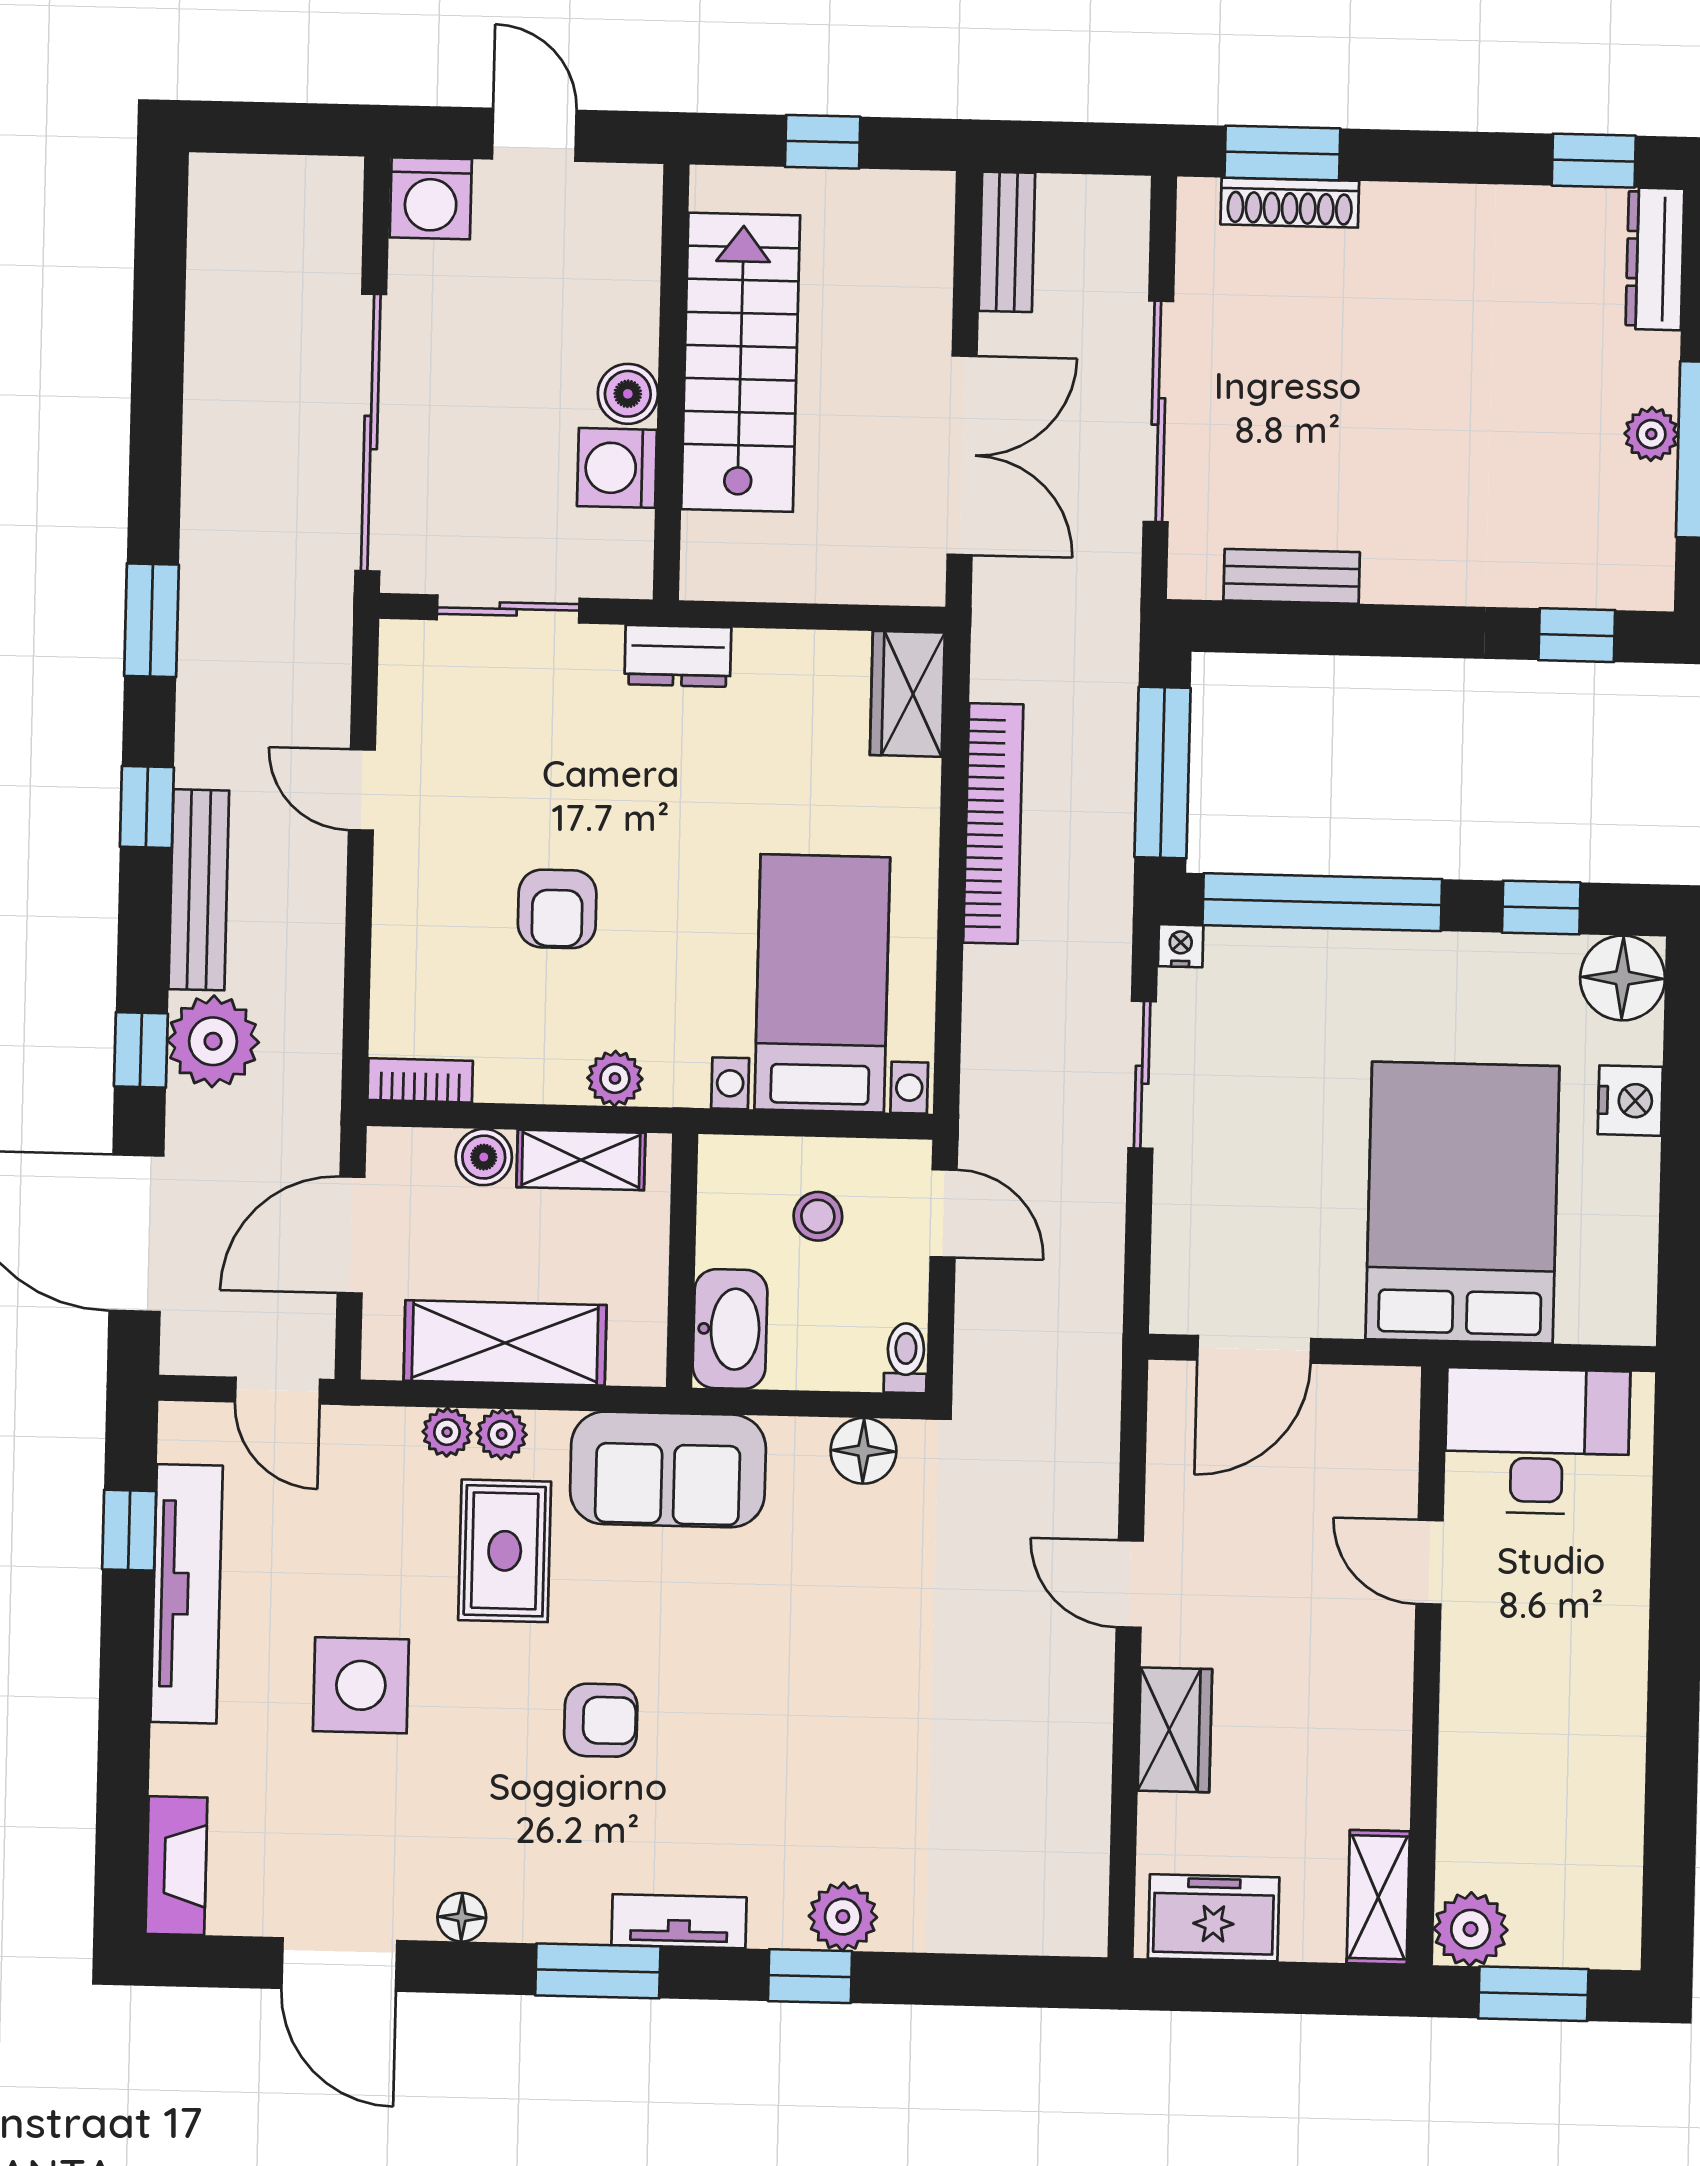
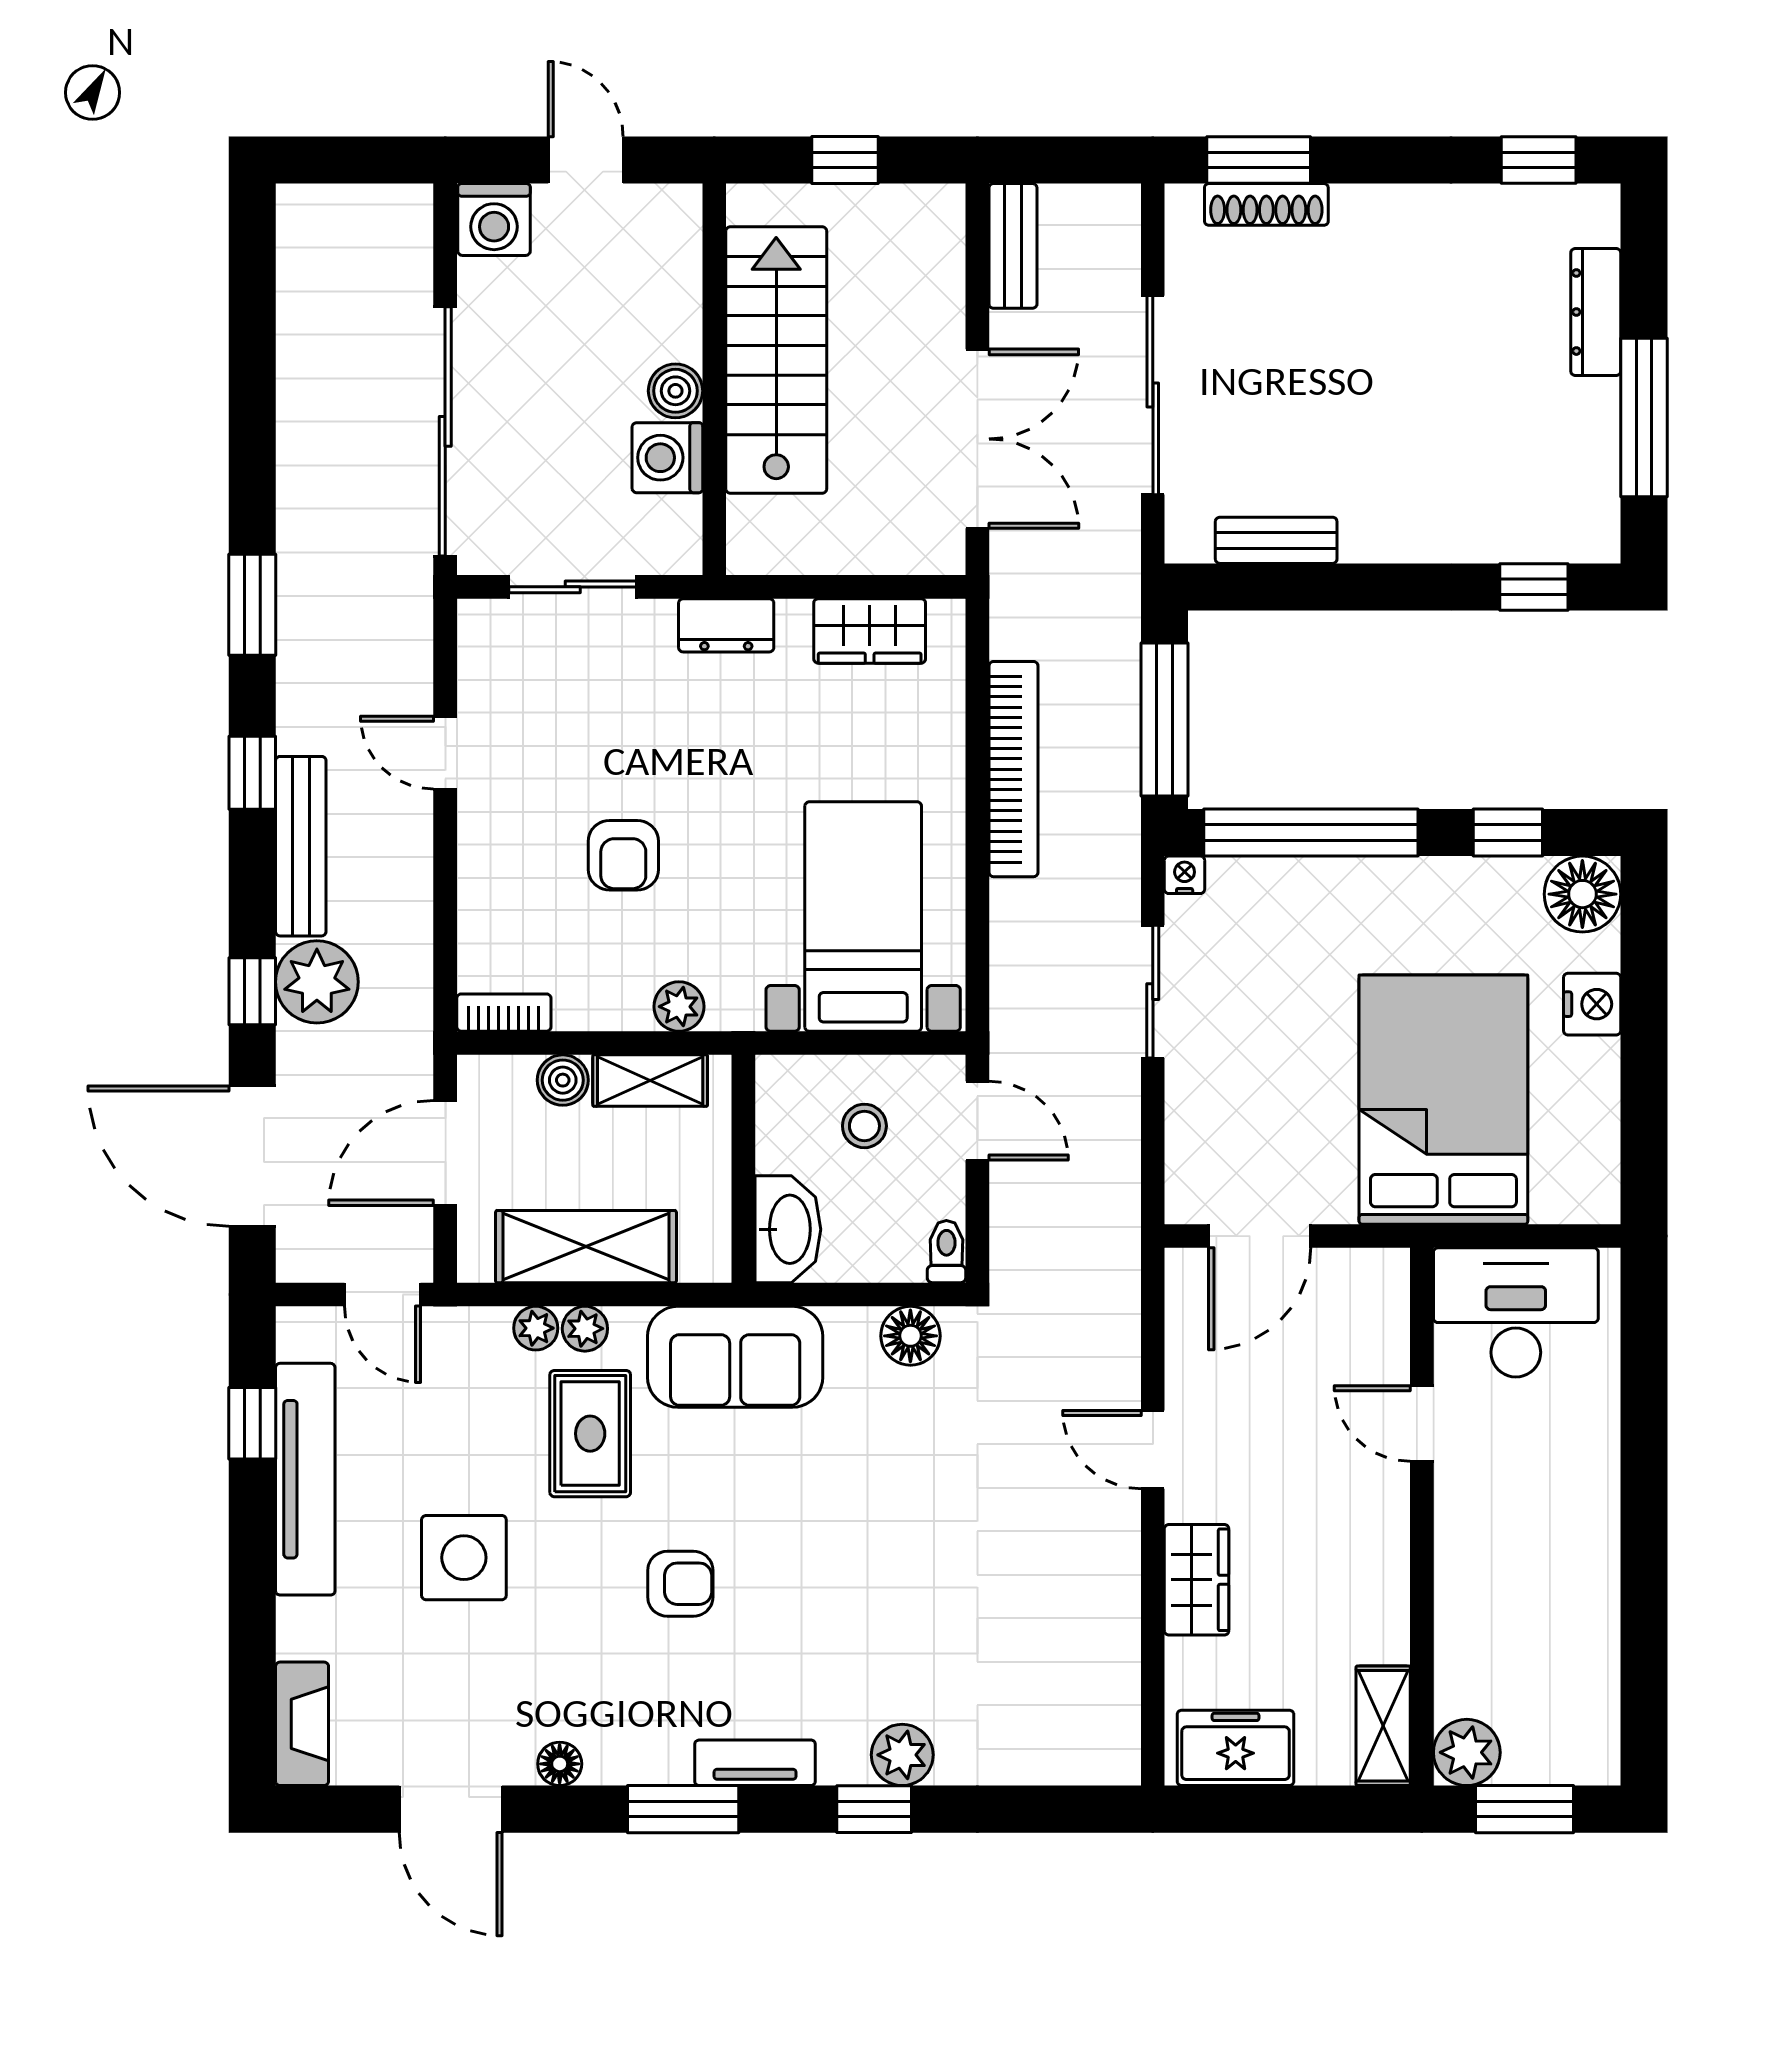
dresser: (1655, 259) -> (1596, 312), moved
plant: (1651, 434) -> (1596, 405), removed
wardrobe: (907, 694) -> (870, 631), moved, turned -90

